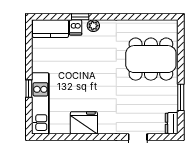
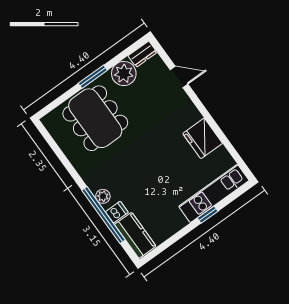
window: (80, 17) -> (104, 215), width x3.17
window: (181, 97) -> (93, 77), moved
plant: (168, 101) -> (124, 74), added

